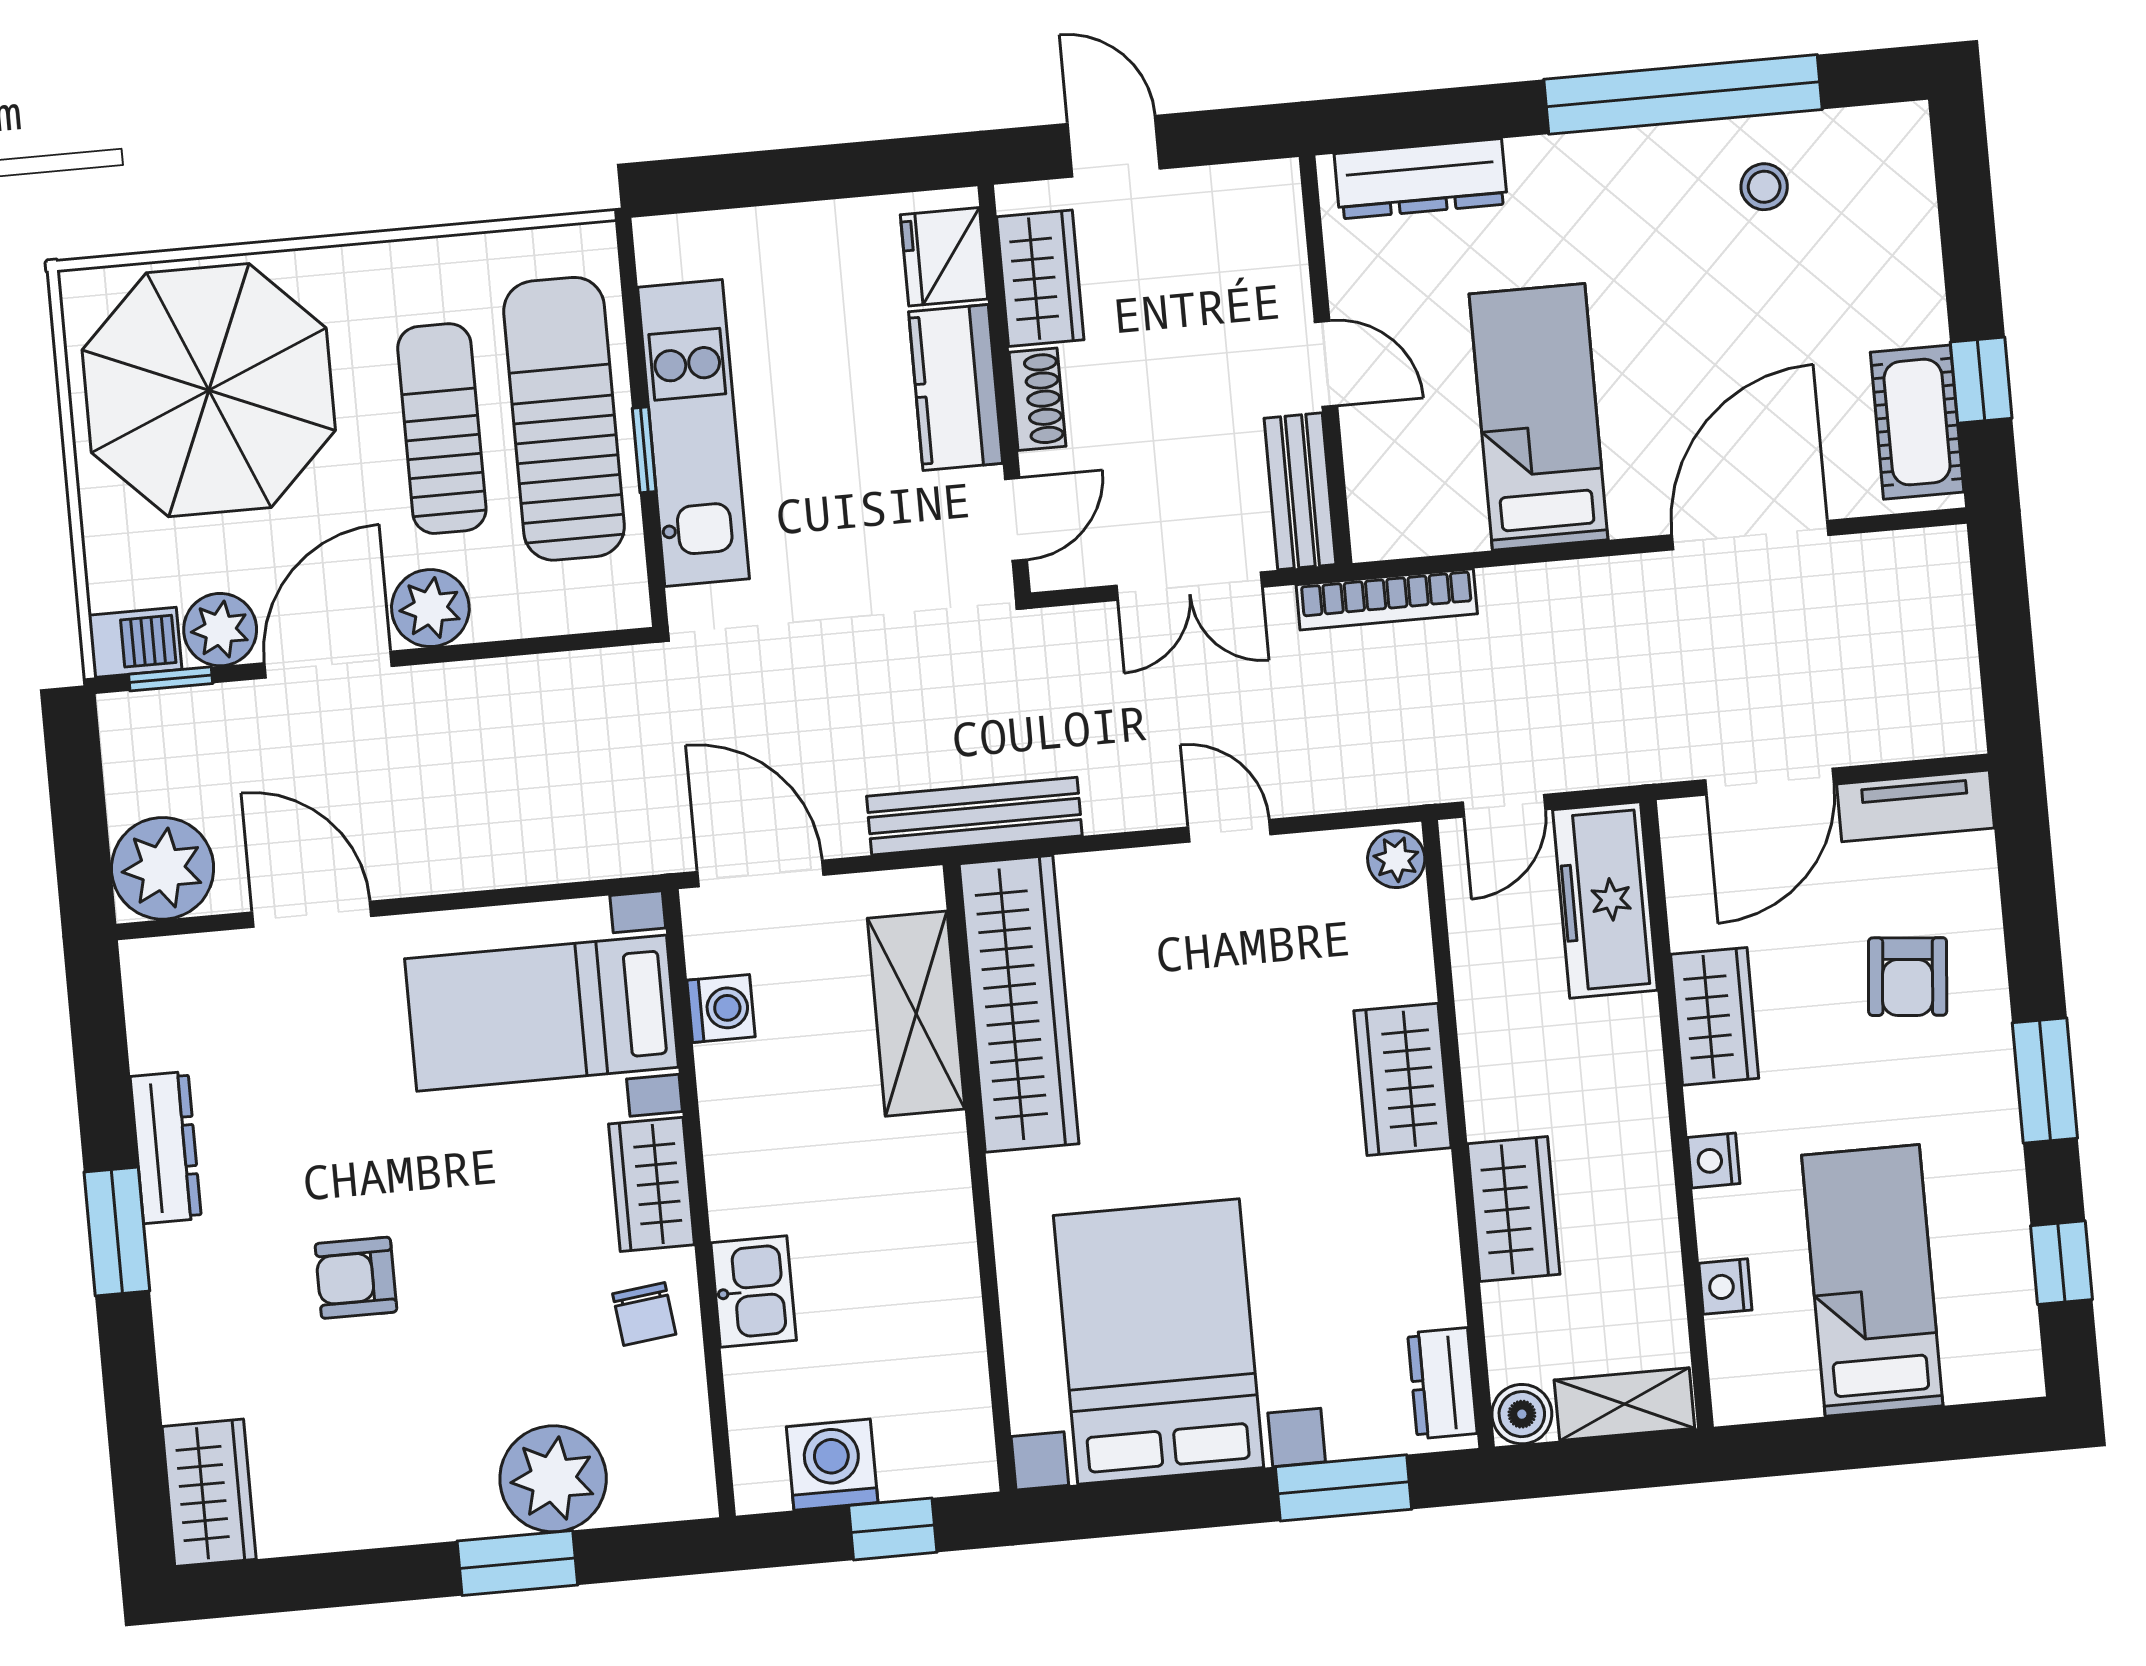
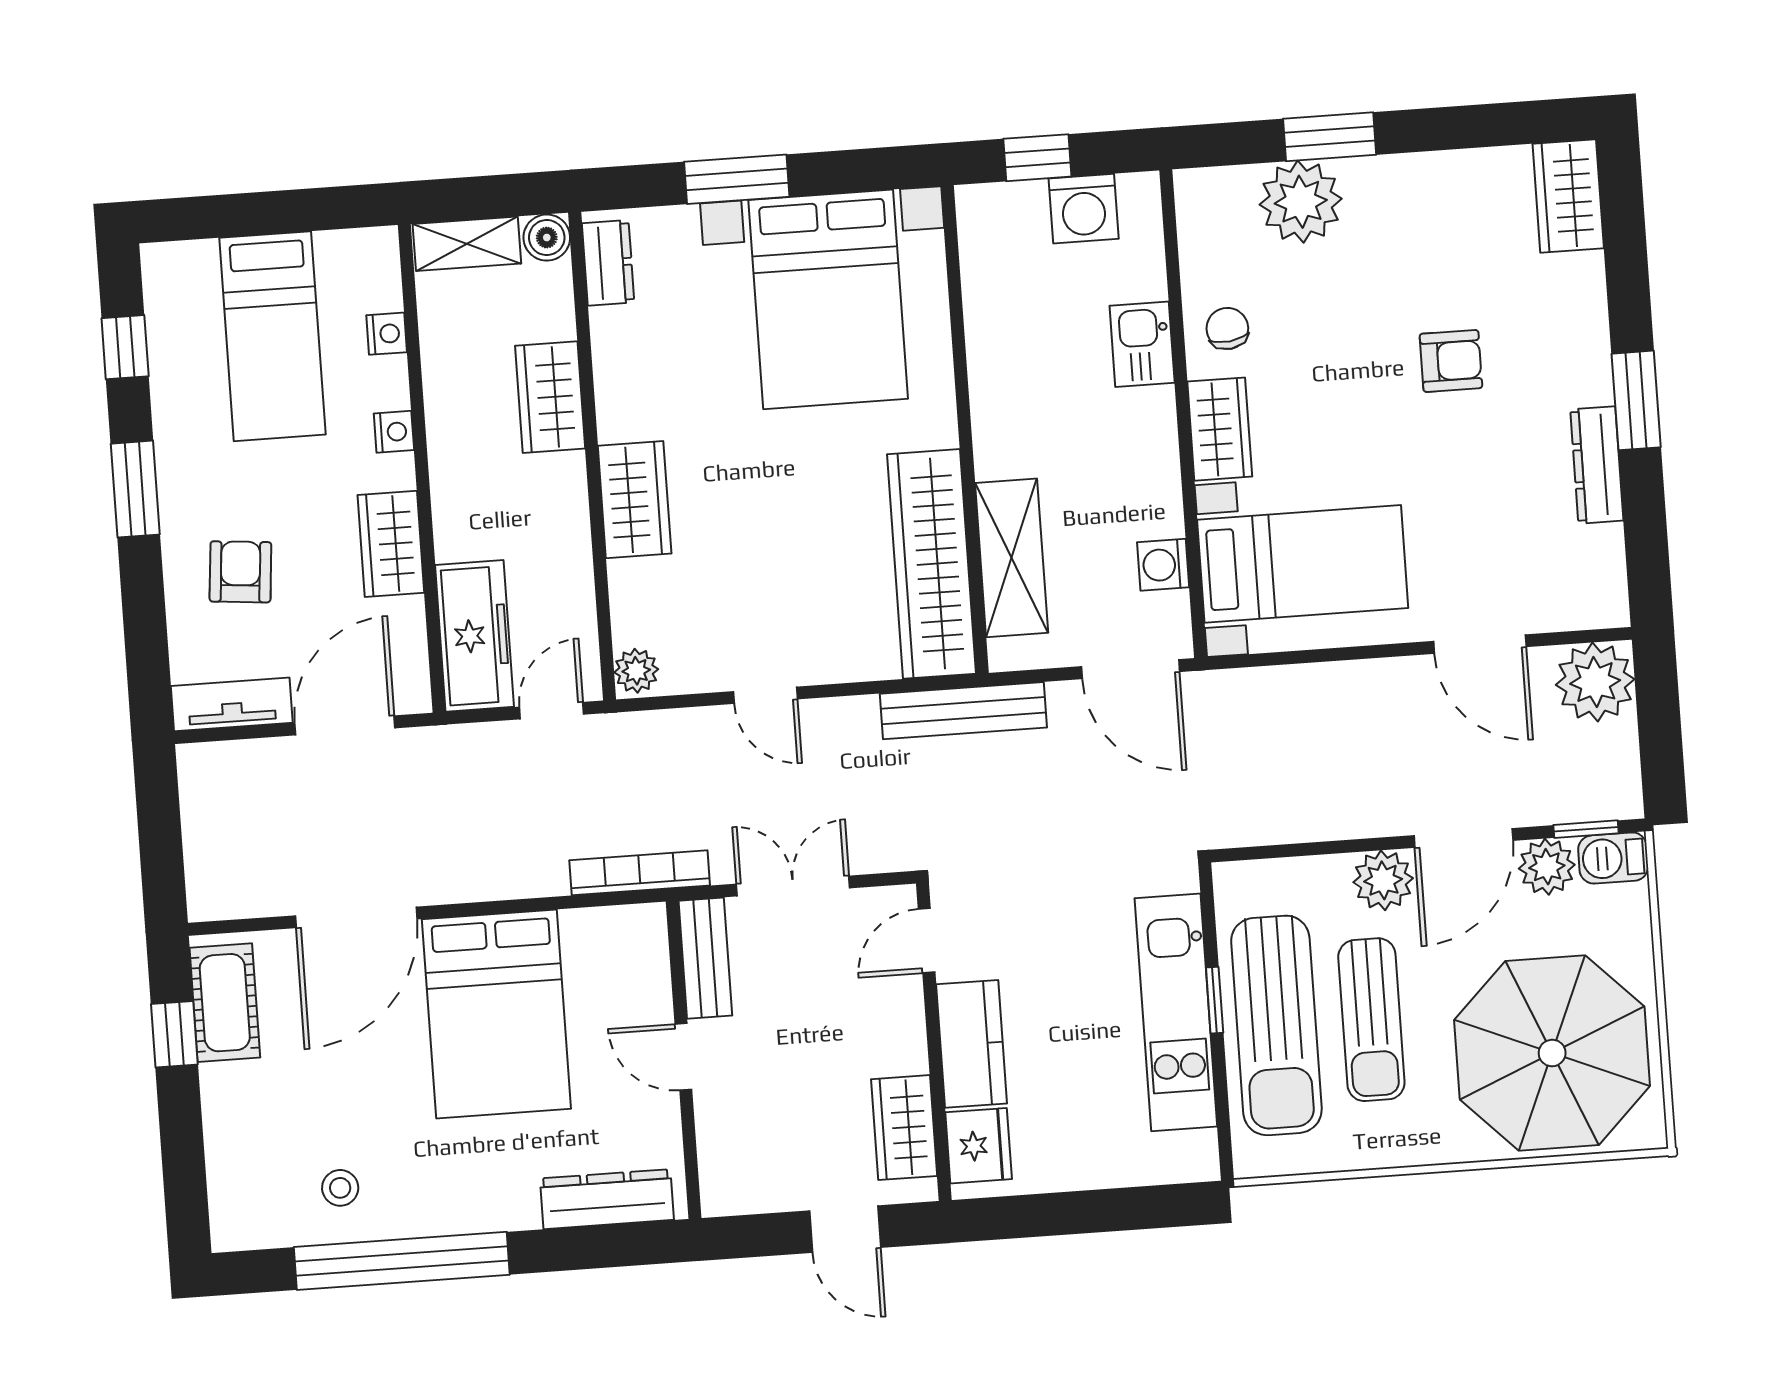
shoe rack: (1037, 399) -> (908, 1034), removed
bed: (1539, 417) -> (496, 1014), width x1.50
window: (1344, 1488) -> (737, 179), moved

